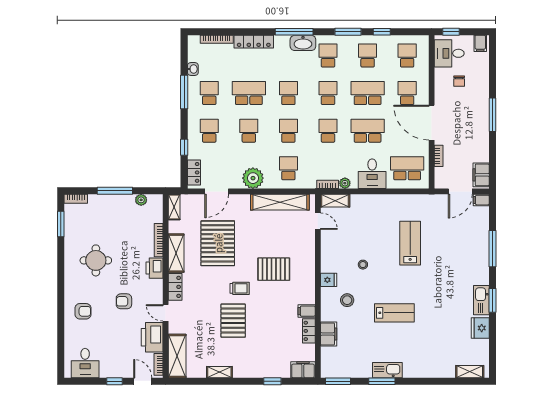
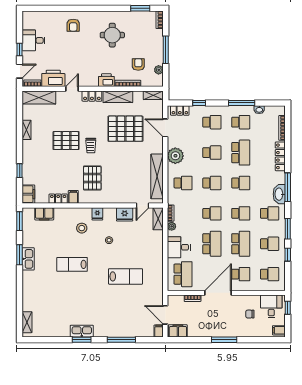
pallet: (274, 269) -> (92, 178), moved
armchair: (124, 301) -> (138, 64), moved
lab bench: (394, 313) -> (72, 264), turned 90
fridge: (480, 328) -> (125, 214), moved, turned 180
filing cabinet: (329, 334) -> (44, 214), moved
desk: (85, 363) -> (33, 40), moved

